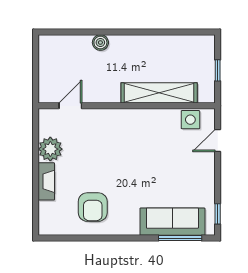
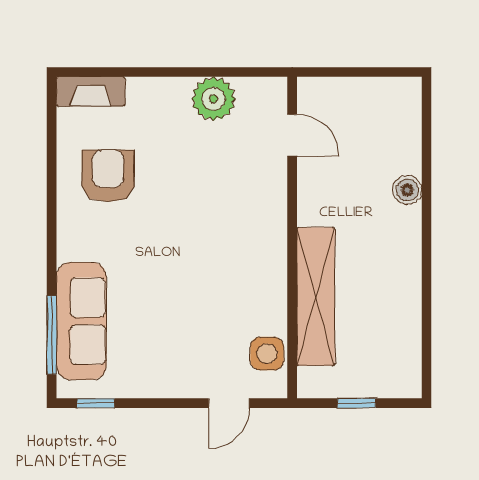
door: (218, 141) -> (229, 403), swing flipped
fireplace: (46, 181) -> (91, 91), moved
armchair: (93, 207) -> (108, 176), turned 90

